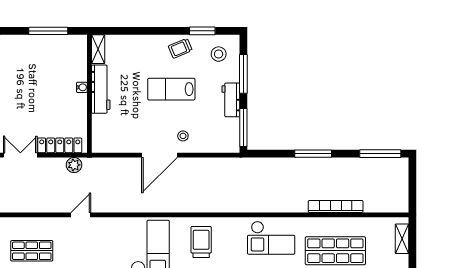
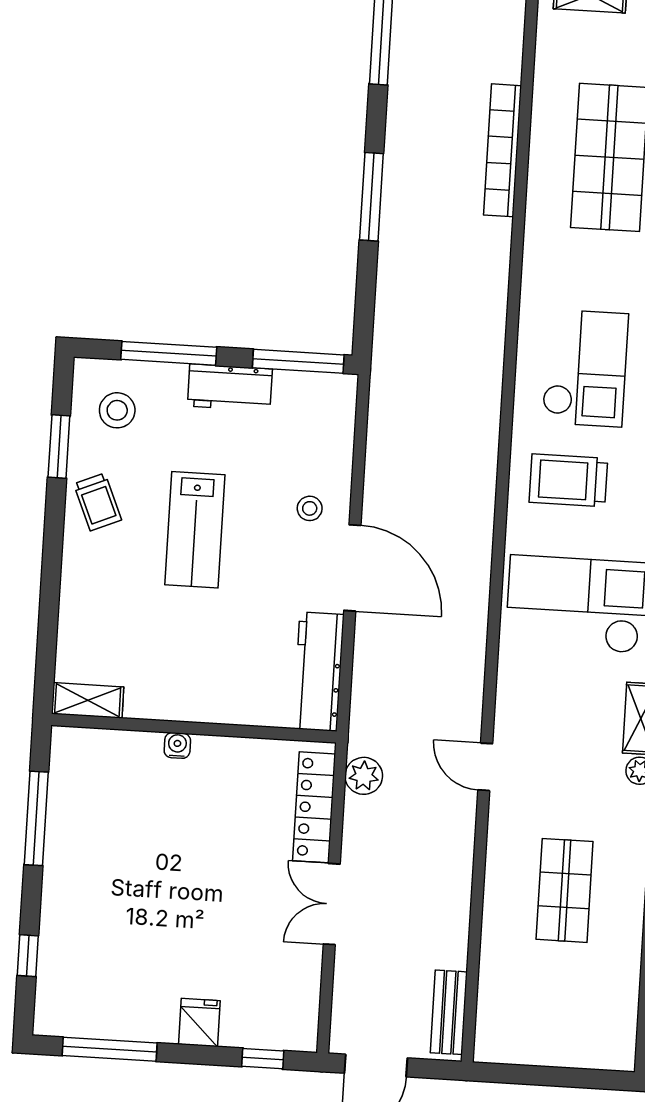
workbench: (101, 89) -> (318, 672), moved, turned -90
checkout: (271, 238) -> (585, 368), moved

